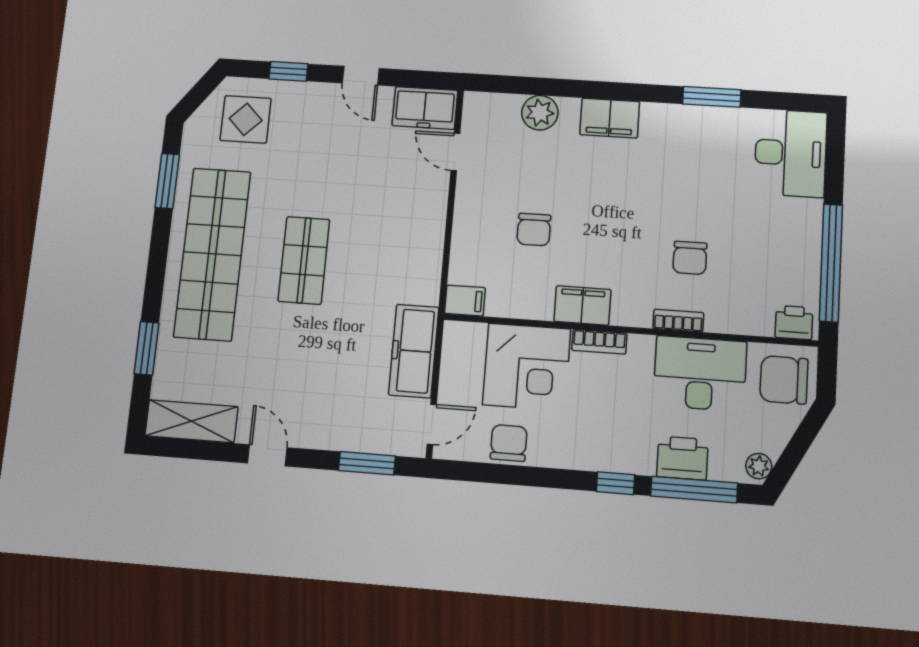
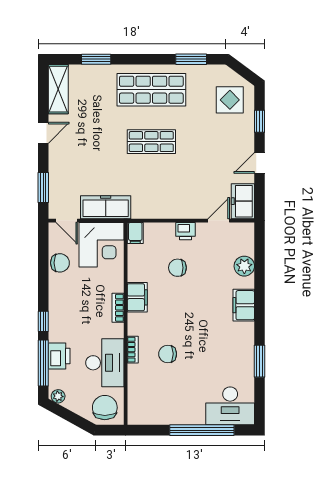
shop shelf: (212, 254) -> (151, 90), width x0.71
window: (831, 263) -> (202, 430), moved
printer: (794, 323) -> (186, 231), moved, turned 90
corner desk: (527, 367) -> (102, 245), moved, turned -90

